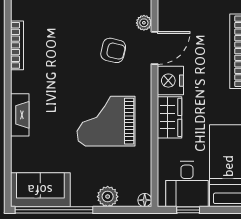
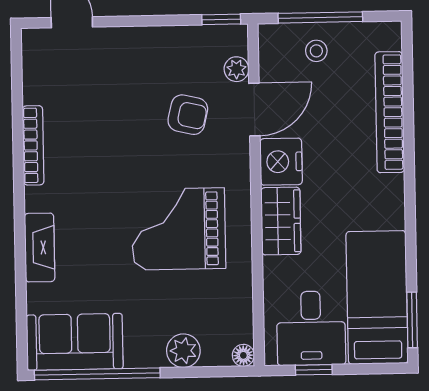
stool: (194, 12) -> (316, 51), added
bookcase: (17, 45) -> (33, 145), moved
fireplace: (20, 115) -> (40, 247), moved

